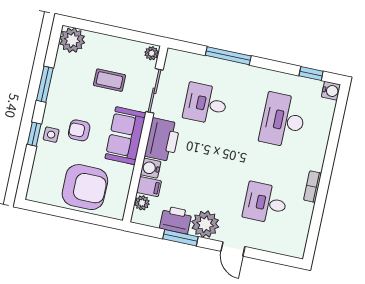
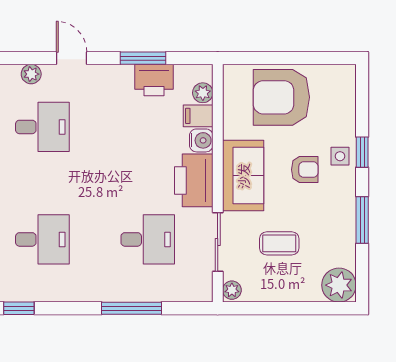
desk: (283, 120) -> (42, 239), width x0.73
plant: (205, 224) -> (31, 74), moved, width x0.53, depth x0.53

